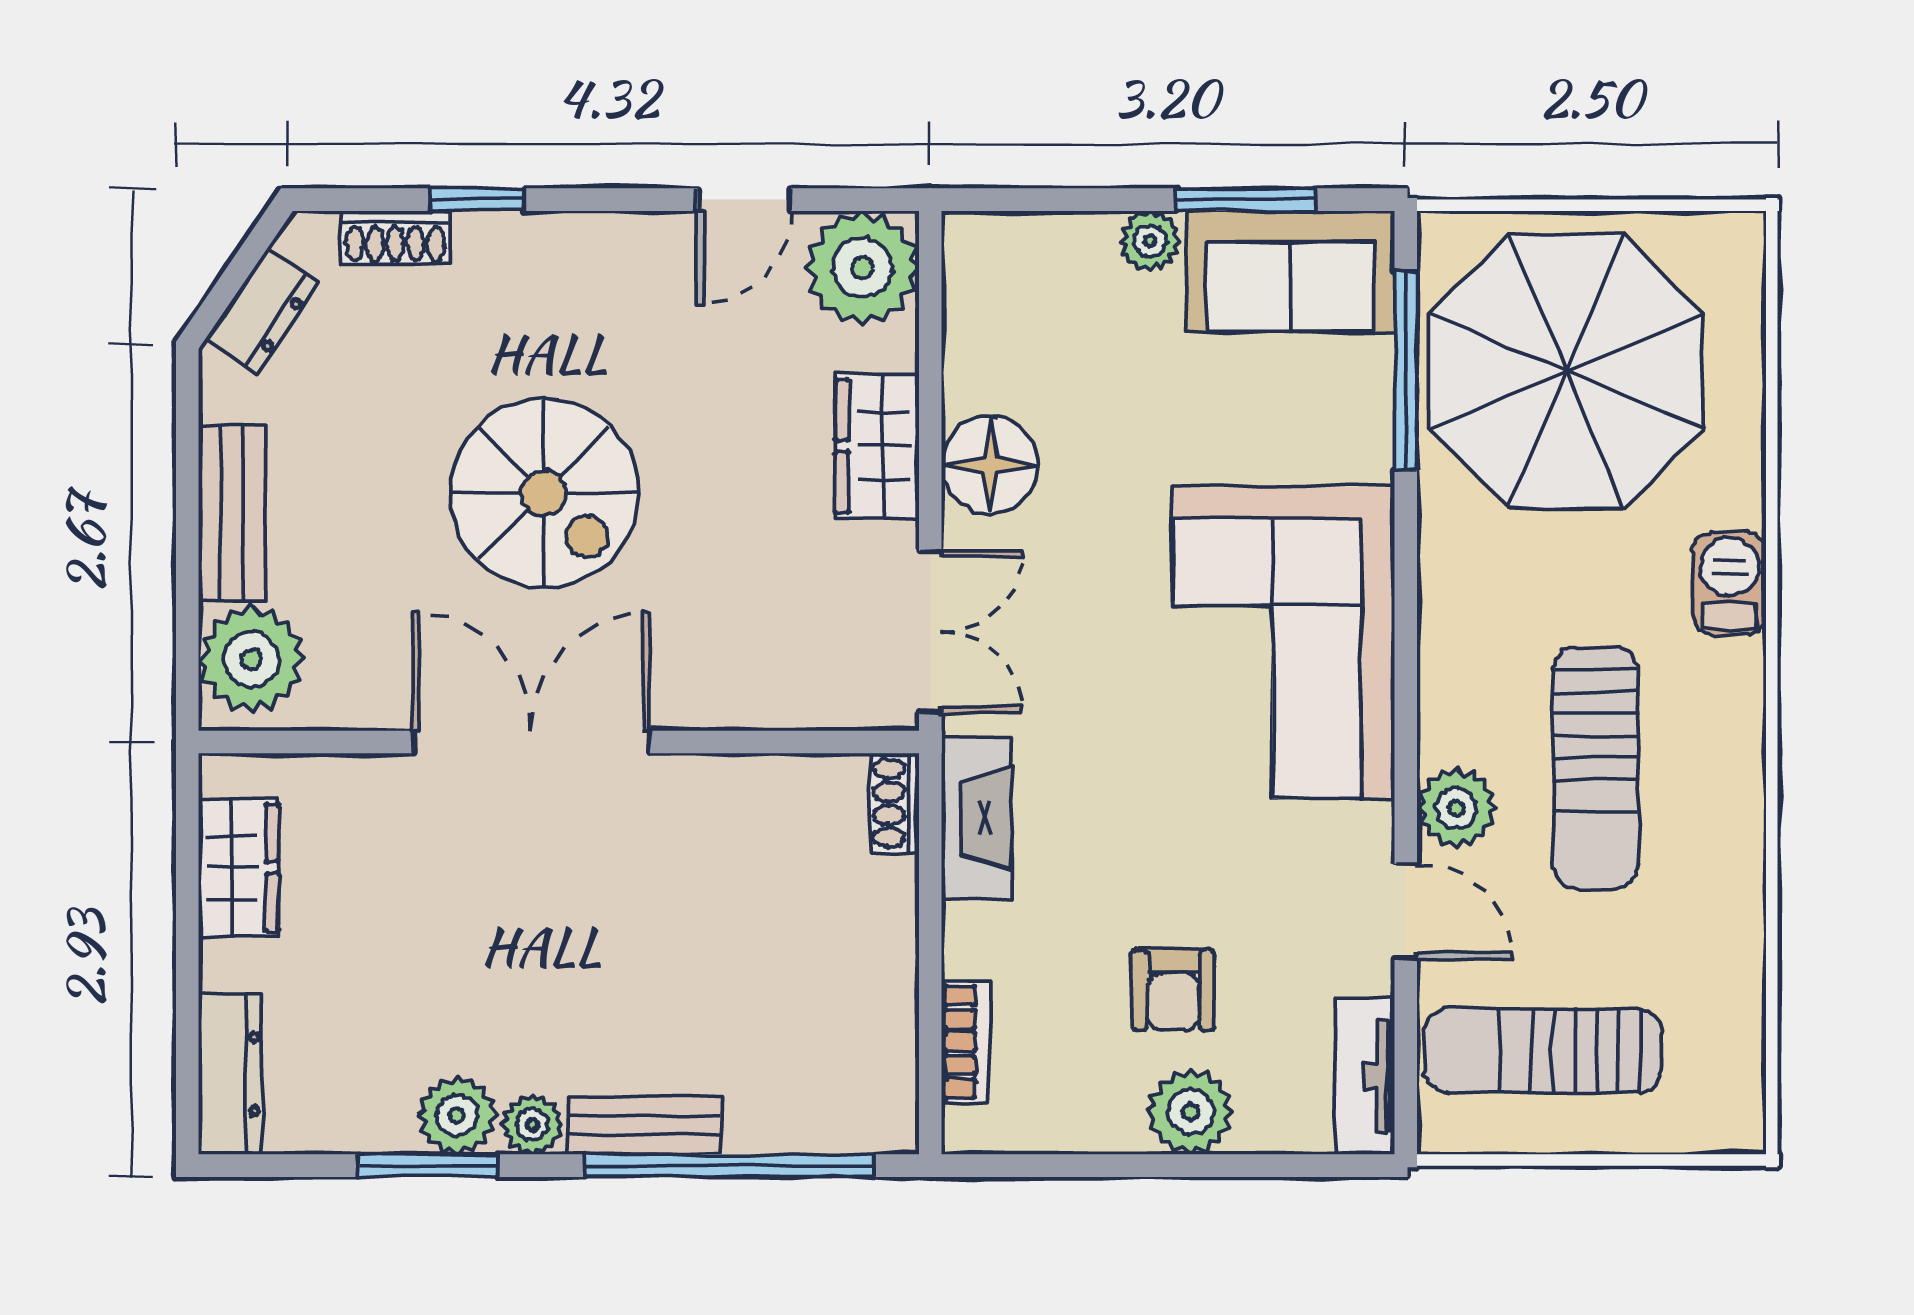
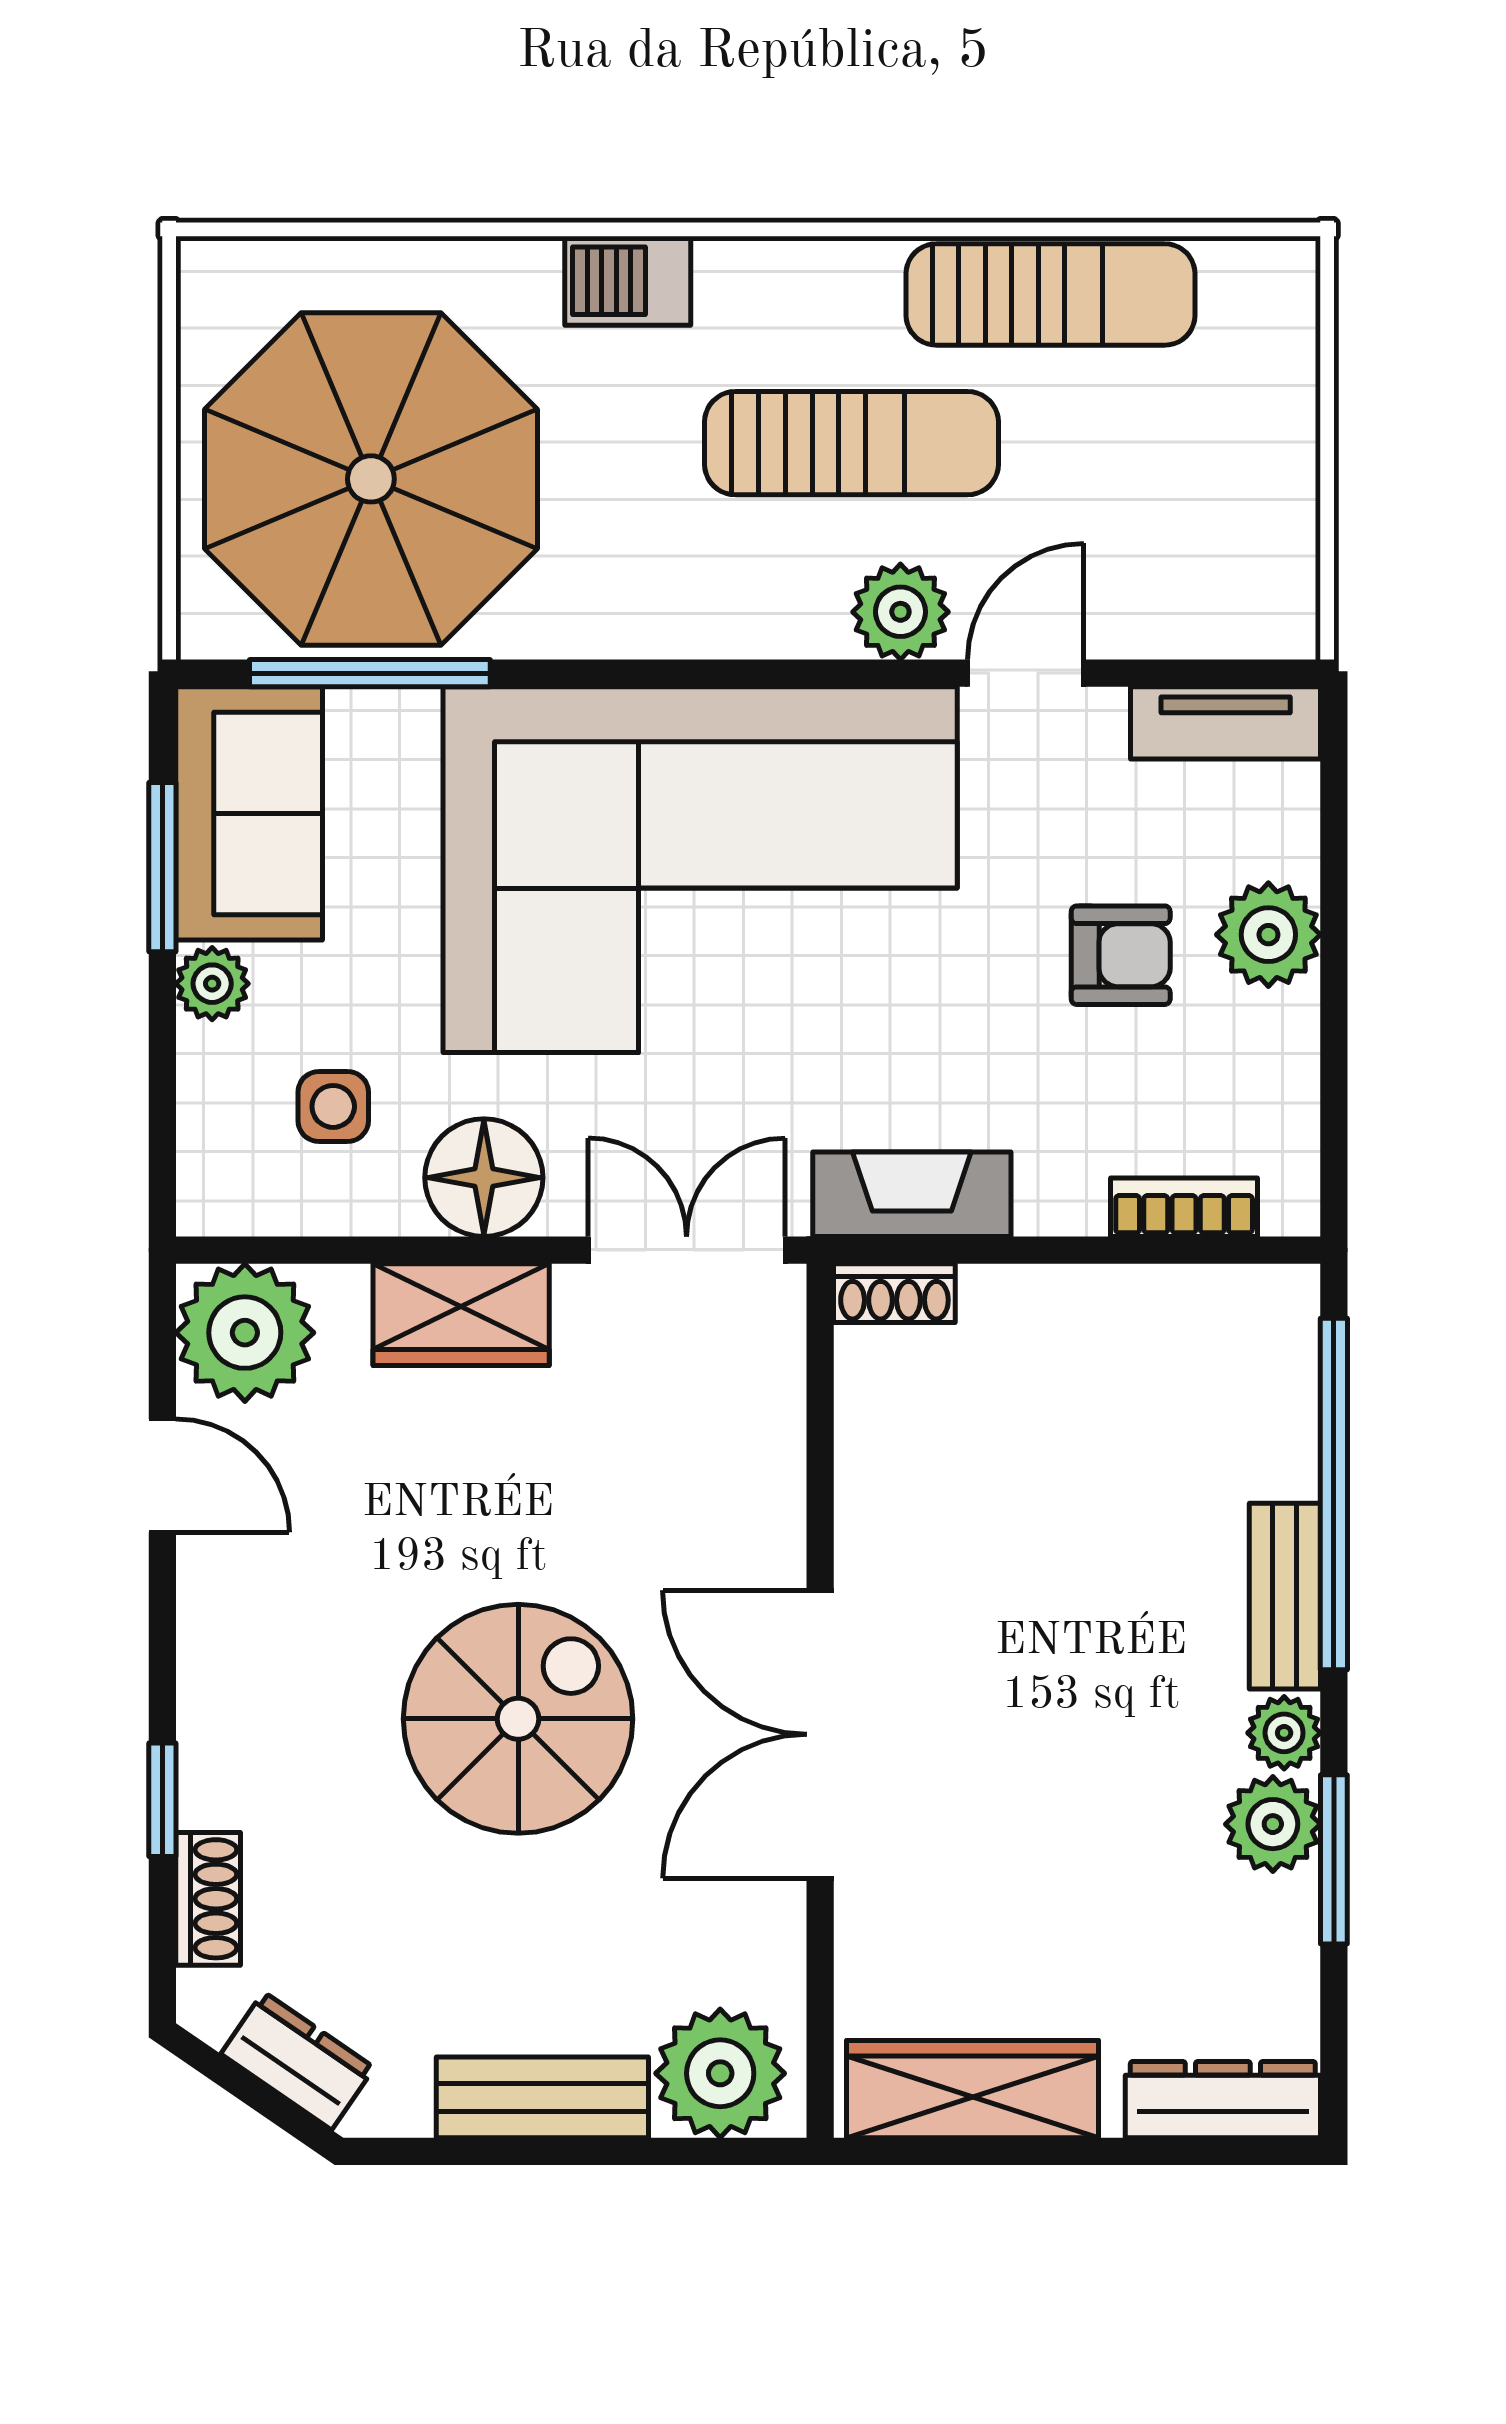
side table: (1049, 341) -> (333, 1106), added
corner sofa: (1284, 643) -> (700, 870), width x1.36, depth x1.36
wardrobe: (238, 868) -> (973, 2089), width x1.50
sun lounger: (1543, 1050) -> (1051, 294), moved, turned -90

